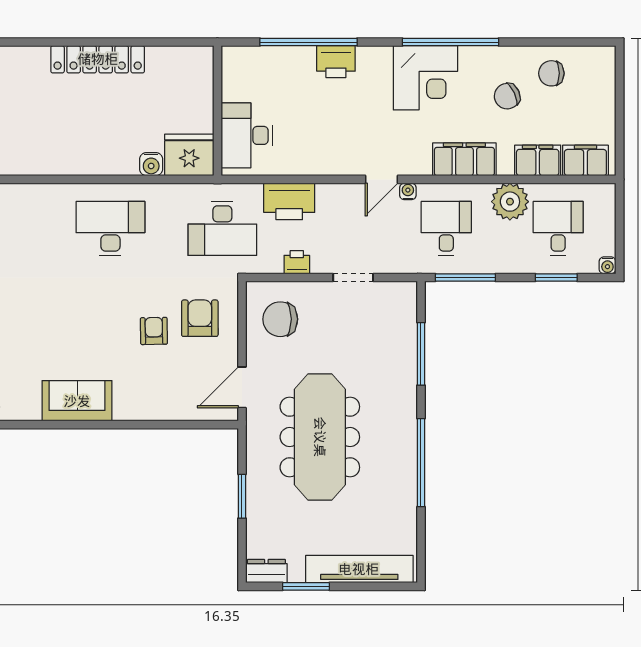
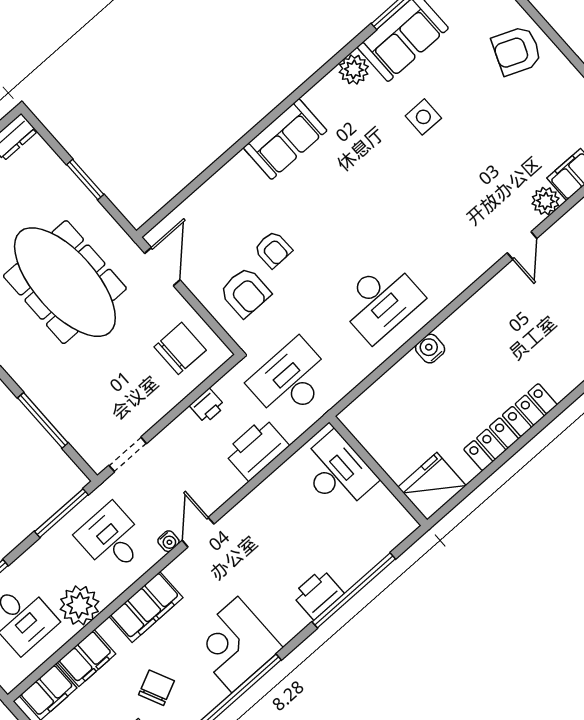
fridge: (189, 155) -> (432, 486), moved, turned 180
water cooler: (151, 164) -> (430, 349), moved
desk: (446, 228) -> (111, 539), turned 180
doorway: (353, 277) -> (128, 454), moved

